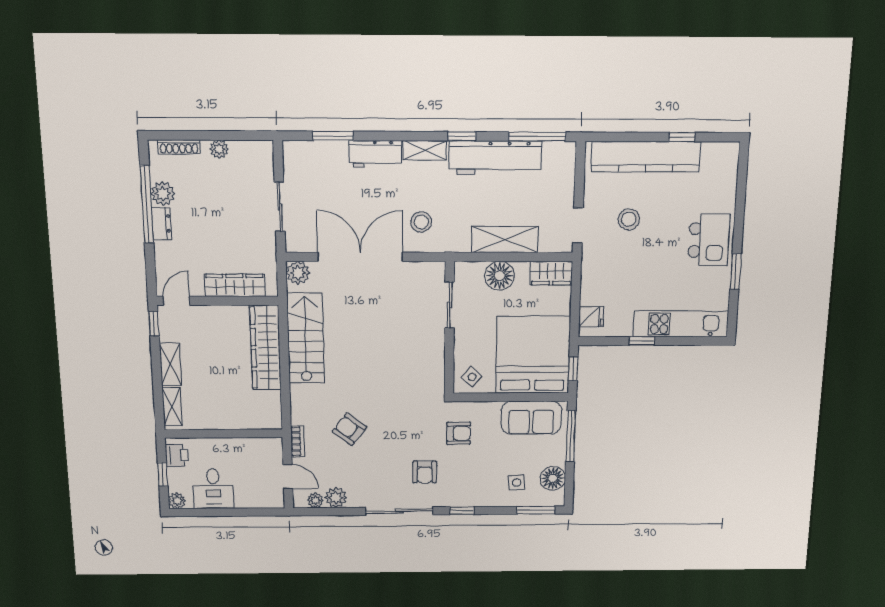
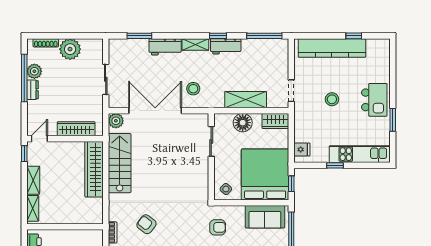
plant: (219, 149) -> (70, 49), width x1.88, depth x1.88
workbench: (495, 158) -> (226, 46), width x0.53, depth x0.76
stool: (629, 219) -> (332, 99), moved

